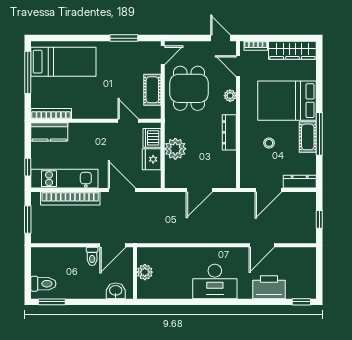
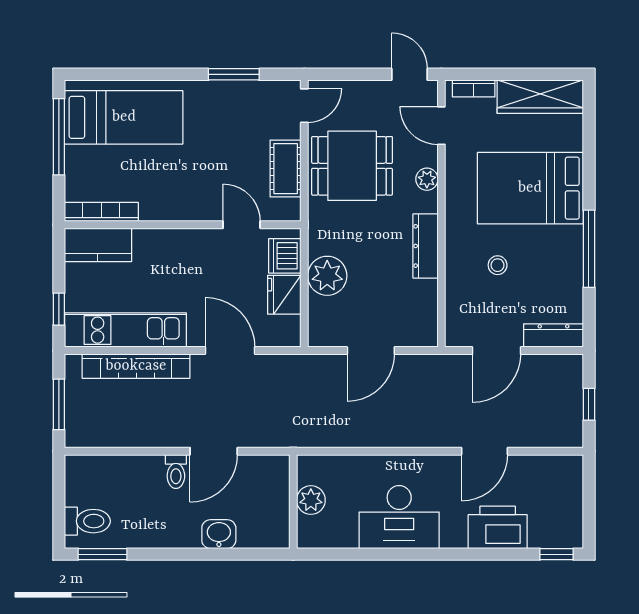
dining table: (189, 88) -> (352, 166), turned 90
cot: (308, 137) -> (568, 254), removed
plant: (145, 272) -> (311, 500), moved
wall: (135, 273) -> (293, 502), moved

